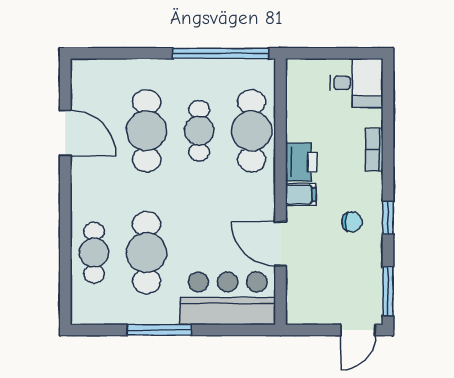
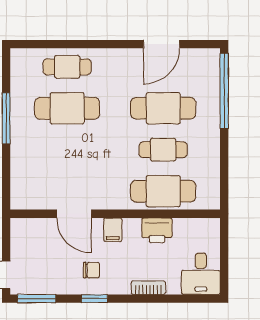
window: (221, 53) -> (224, 91), moved
printer: (301, 162) -> (157, 230), moved
chair: (352, 222) -> (91, 270), turned -90
door: (280, 244) -> (74, 214), swing flipped
bar counter: (228, 298) -> (31, 172), removed

